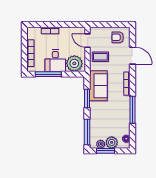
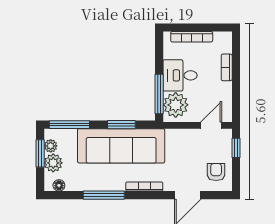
window: (102, 25) -> (236, 148), added
coffee table: (100, 57) -> (186, 145), removed
window: (48, 74) -> (159, 94), moved
sofa: (98, 86) -> (121, 146), width x1.85, depth x1.27

